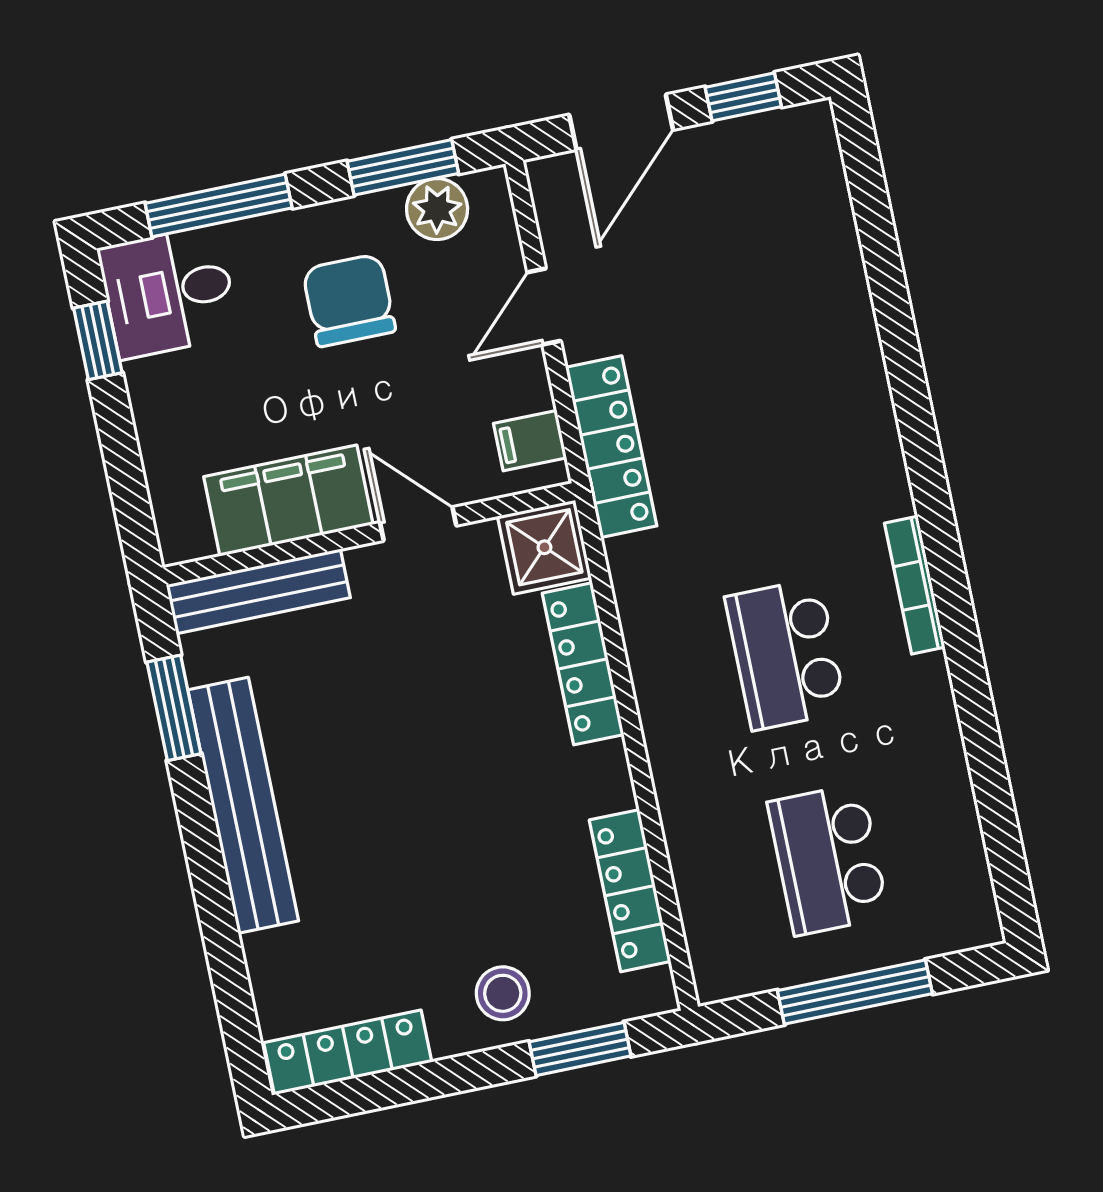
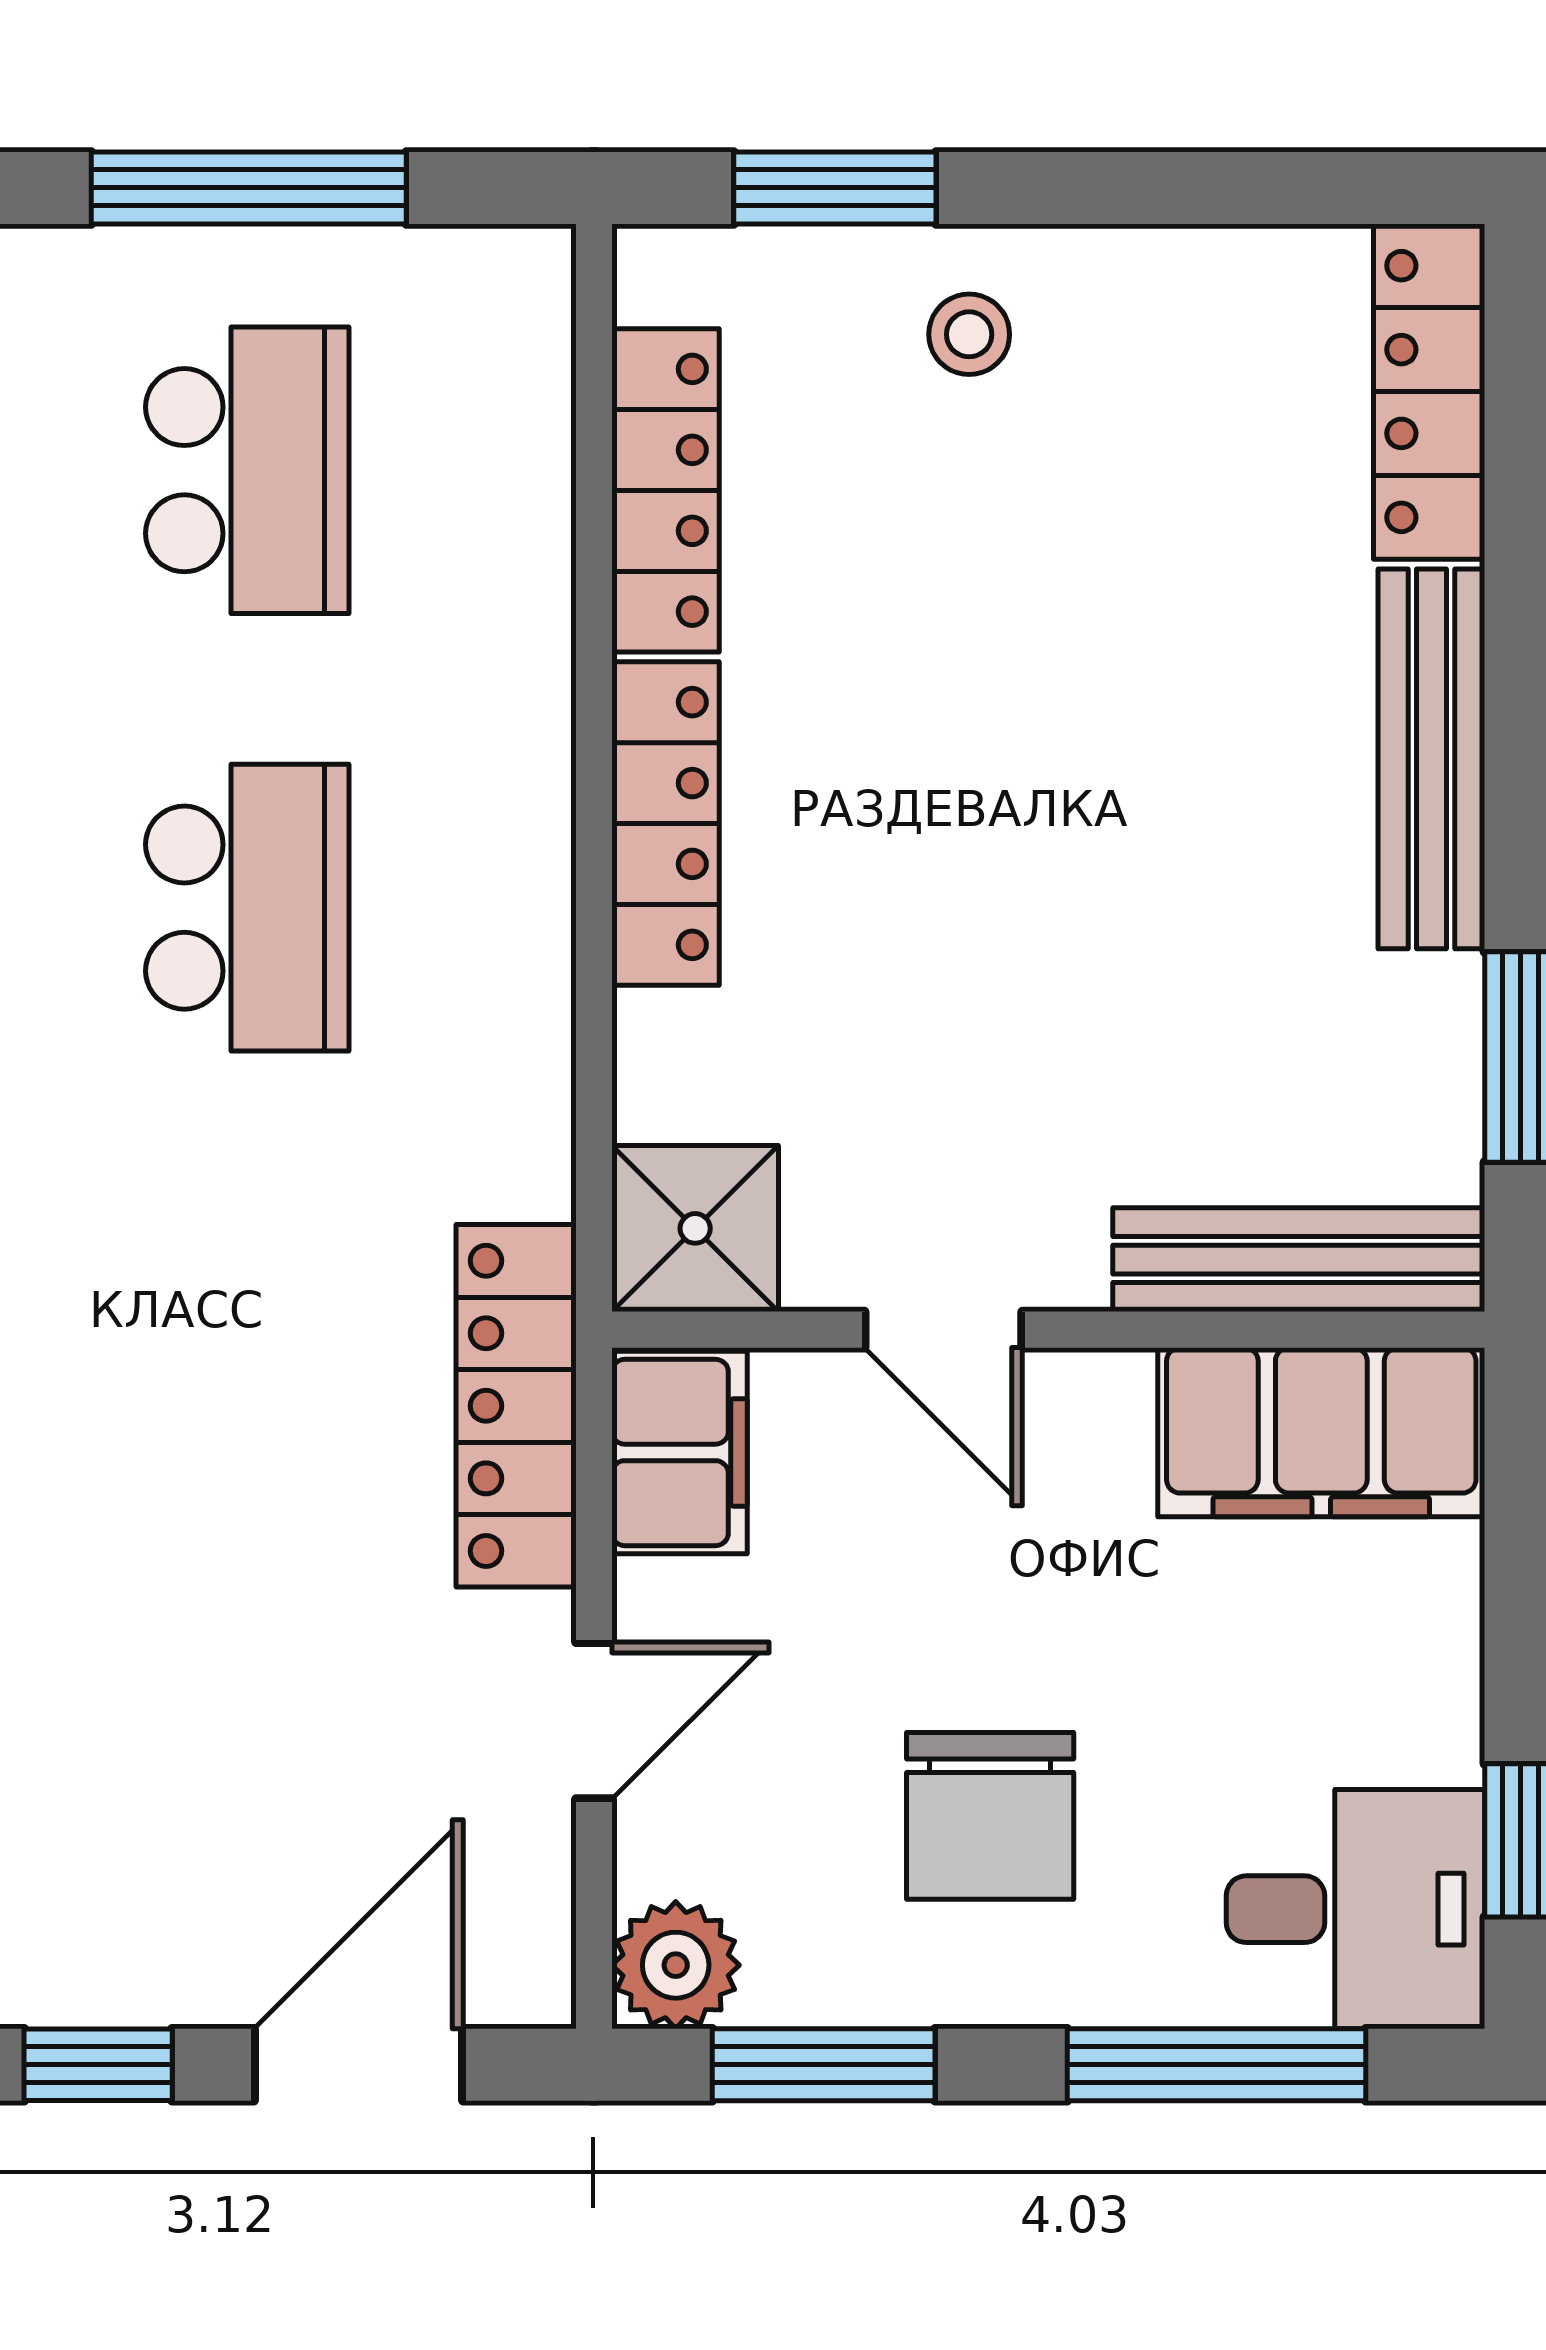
plant: (437, 209) -> (676, 1965), moved
filing cabinet: (530, 441) -> (680, 1452), width x2.00
filing cabinet: (288, 501) -> (1321, 1432), moved
locker: (583, 664) -> (666, 824), moved
bench: (243, 805) -> (1431, 759), width x0.73, depth x0.82
stool: (503, 993) -> (969, 334), width x0.73, depth x0.73
locker: (348, 1052) -> (1429, 392), moved, turned 90

